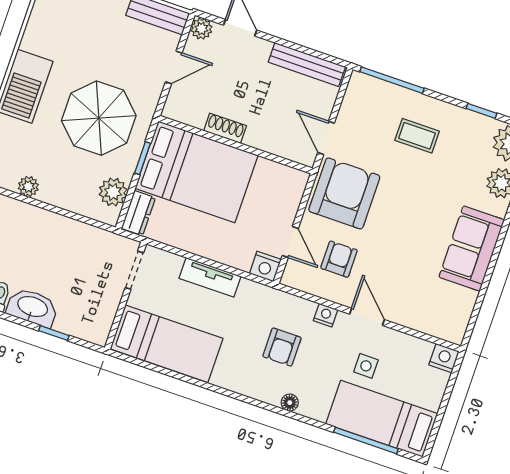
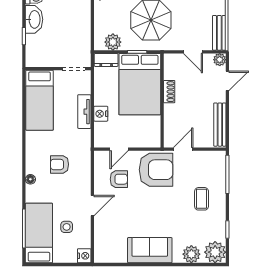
nightstand: (265, 267) -> (101, 114), moved
nightstand: (326, 315) -> (85, 182), removed
side table: (366, 366) -> (67, 227), moved

